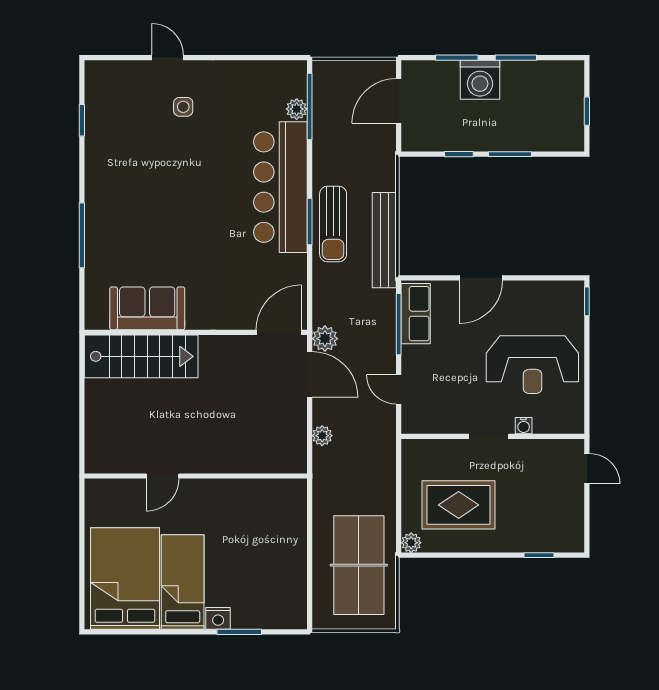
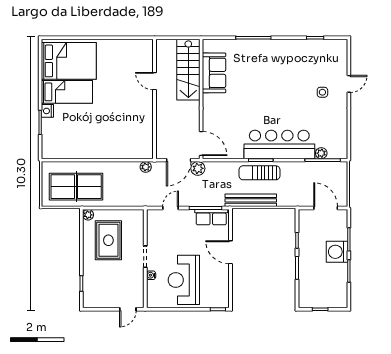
door: (162, 476) -> (155, 81), moved
wall: (196, 476) -> (155, 99), moved

